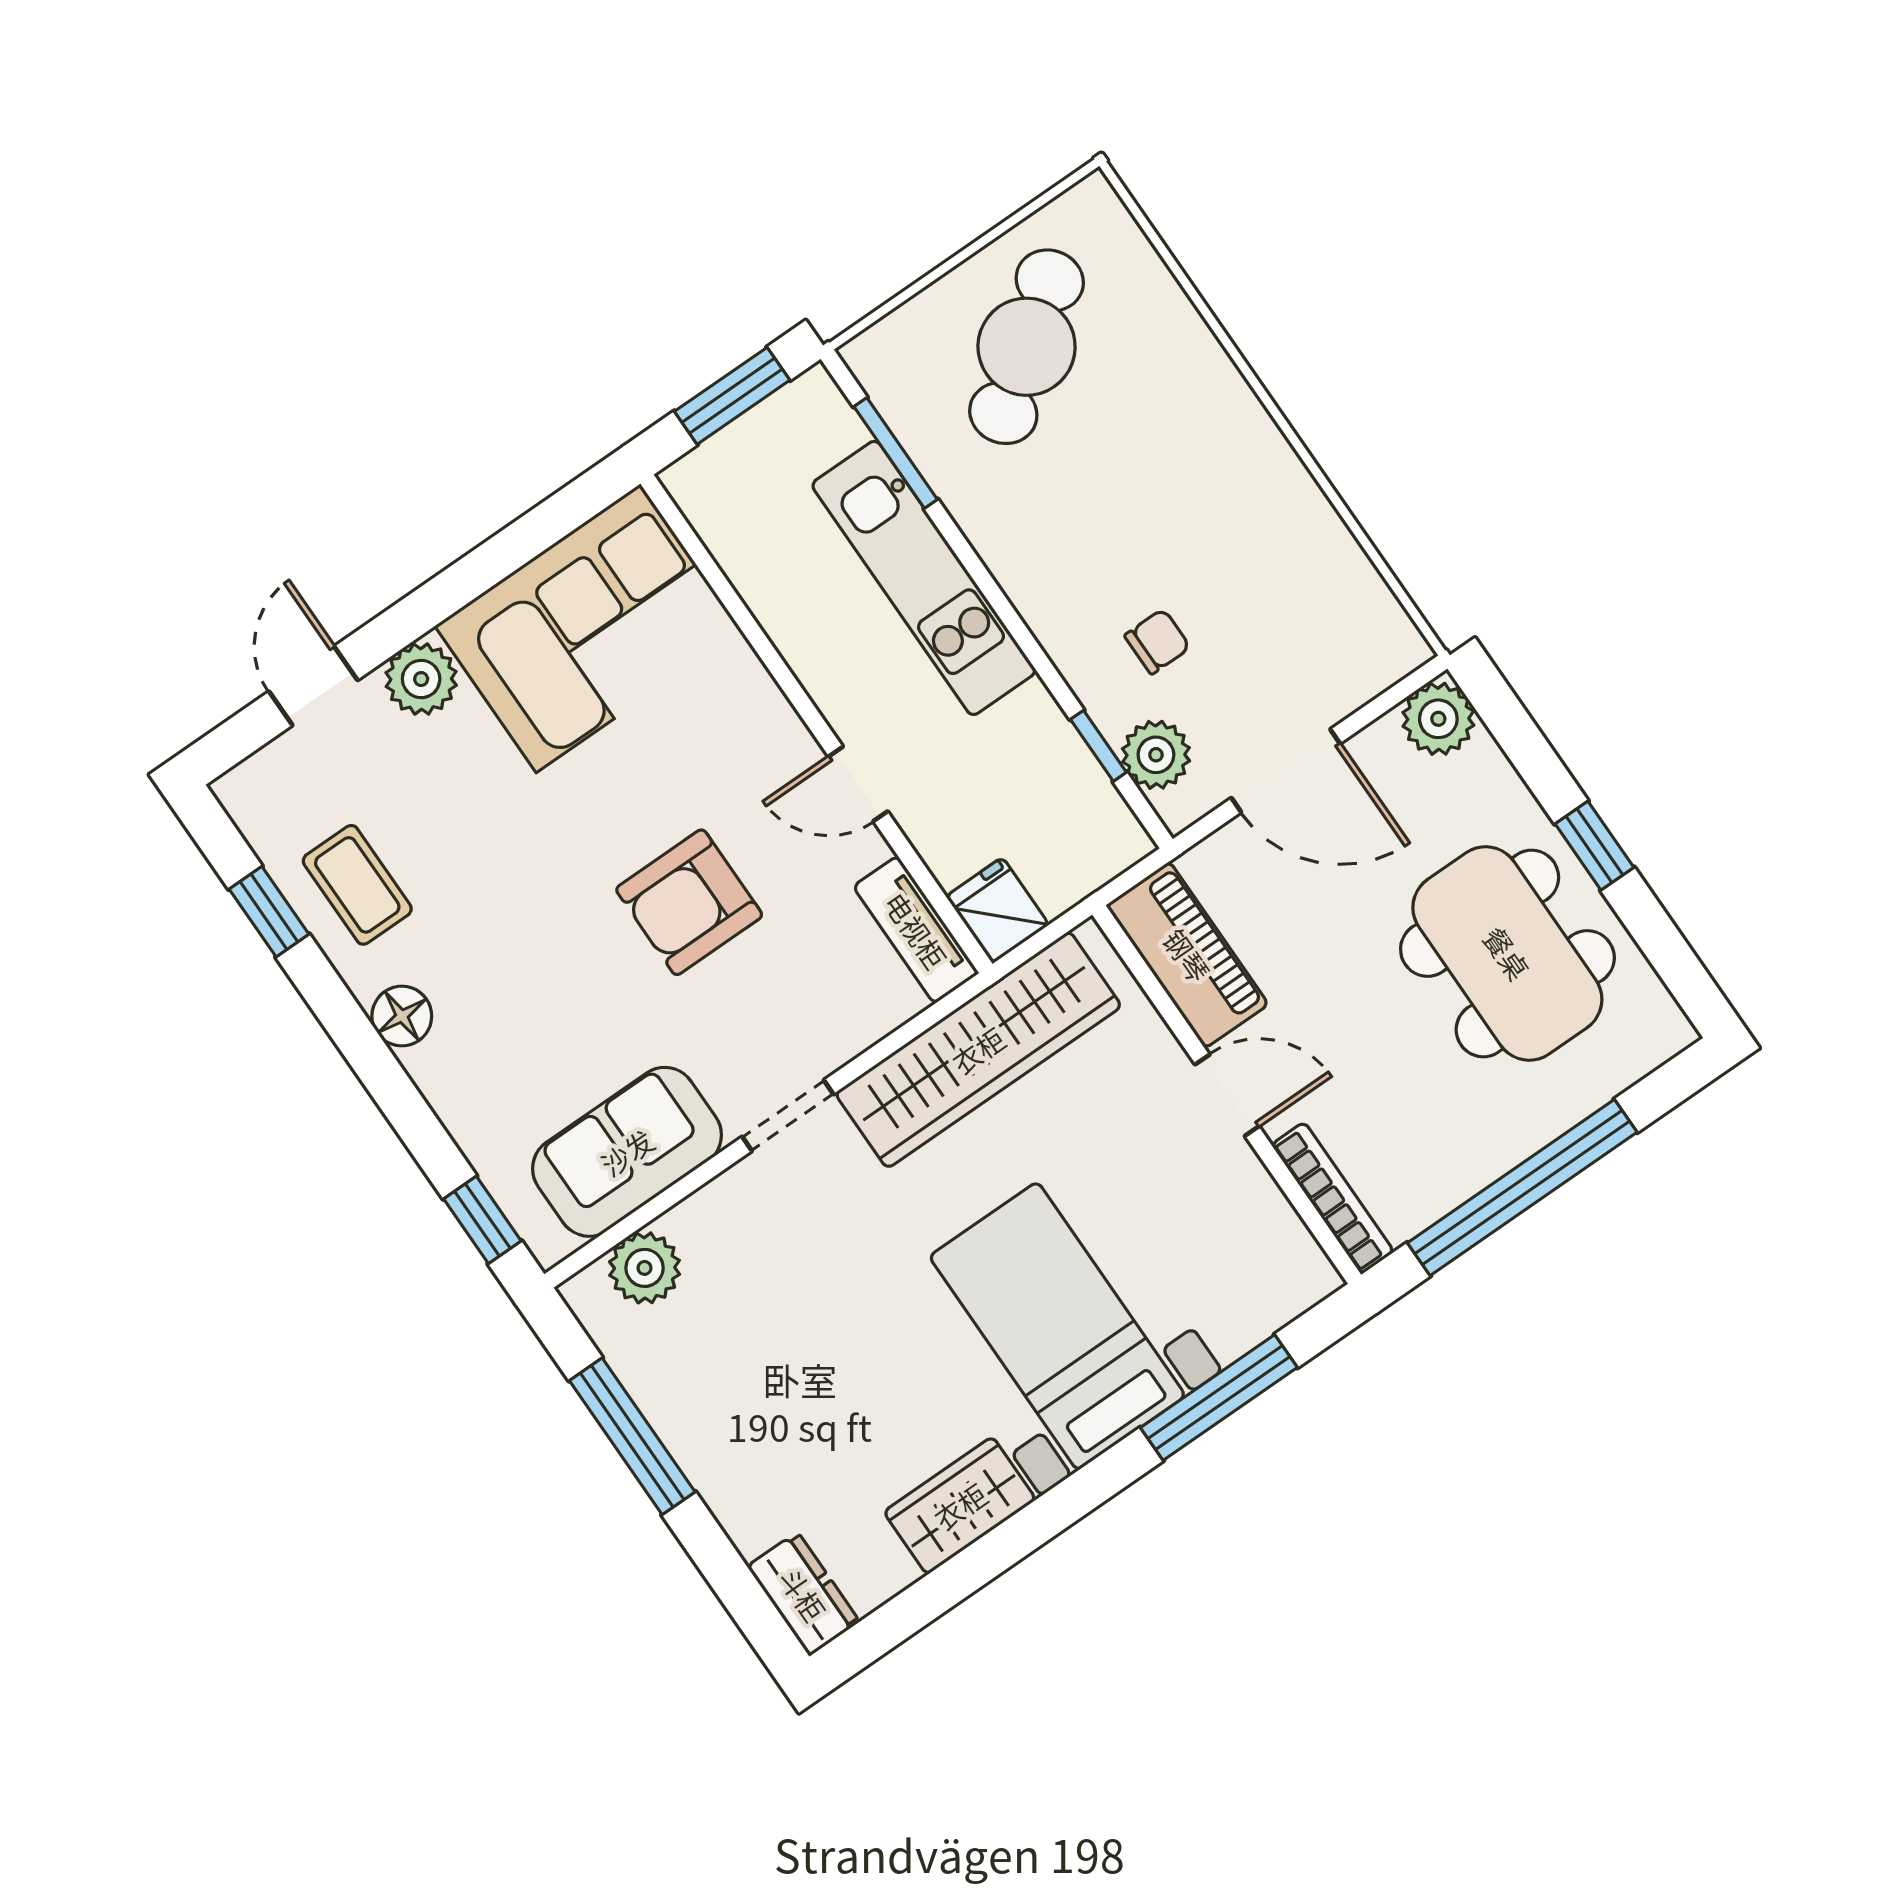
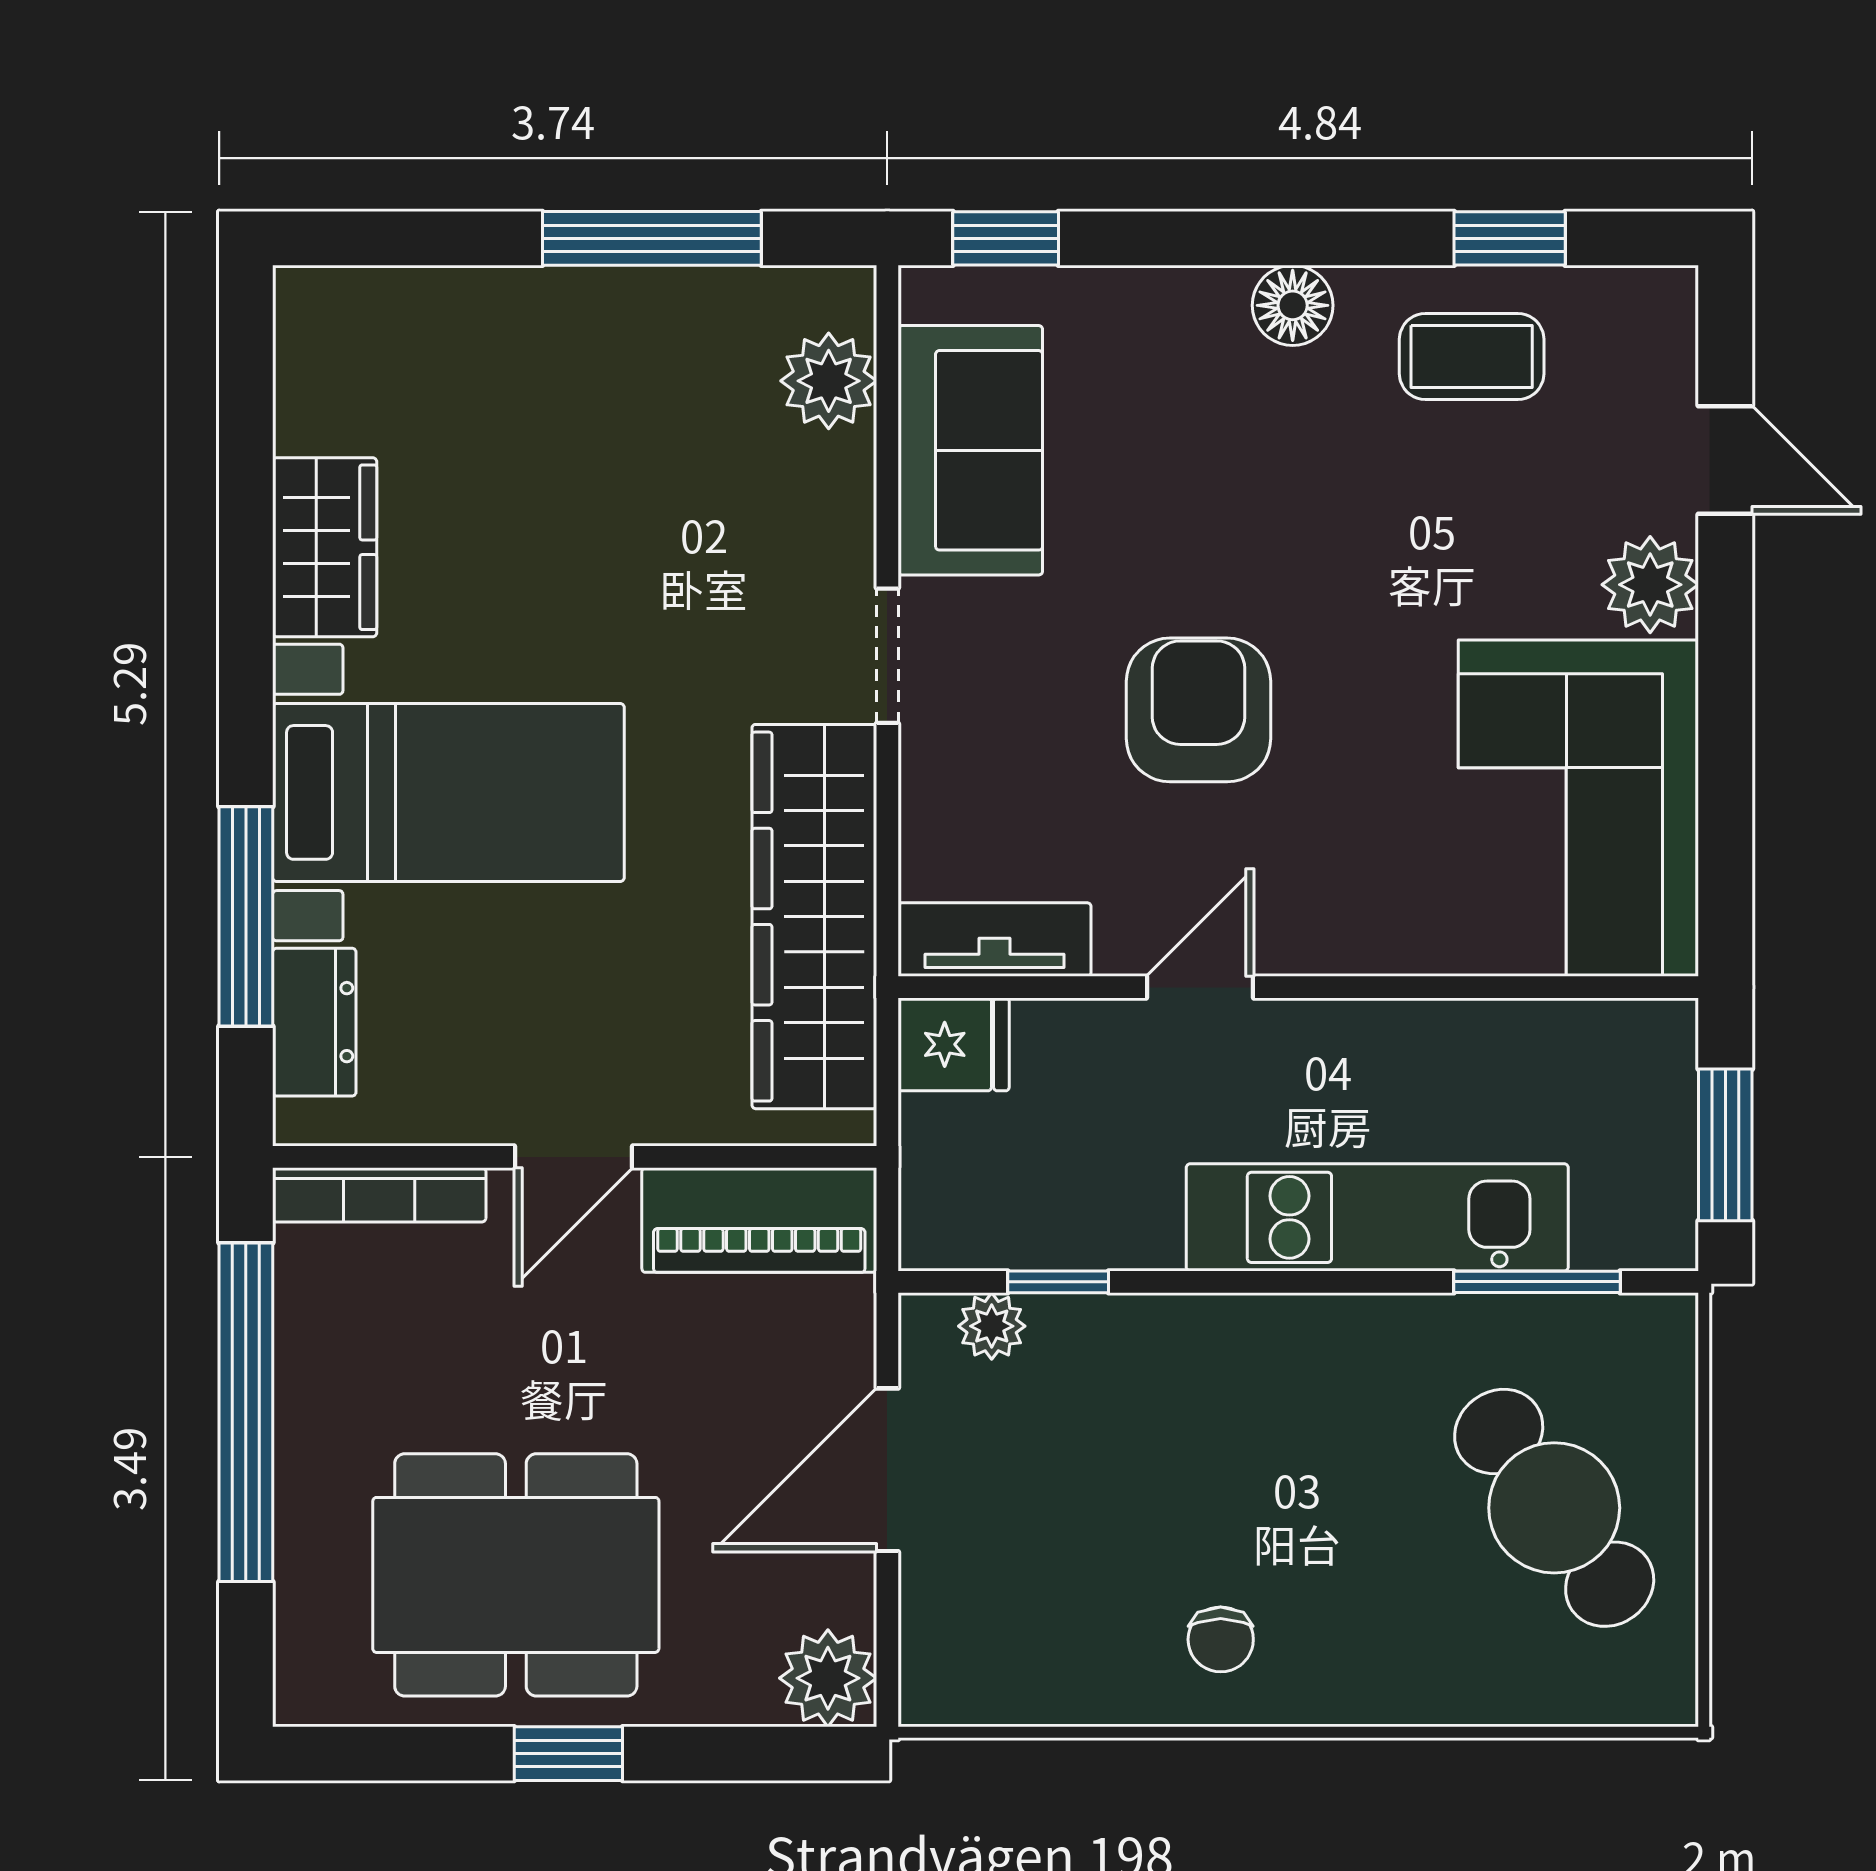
chair: (1157, 642) -> (1221, 1639), moved
plant: (1156, 755) -> (992, 1326), width x0.73, depth x0.73
dresser: (803, 1594) -> (314, 1022), moved, turned -90

